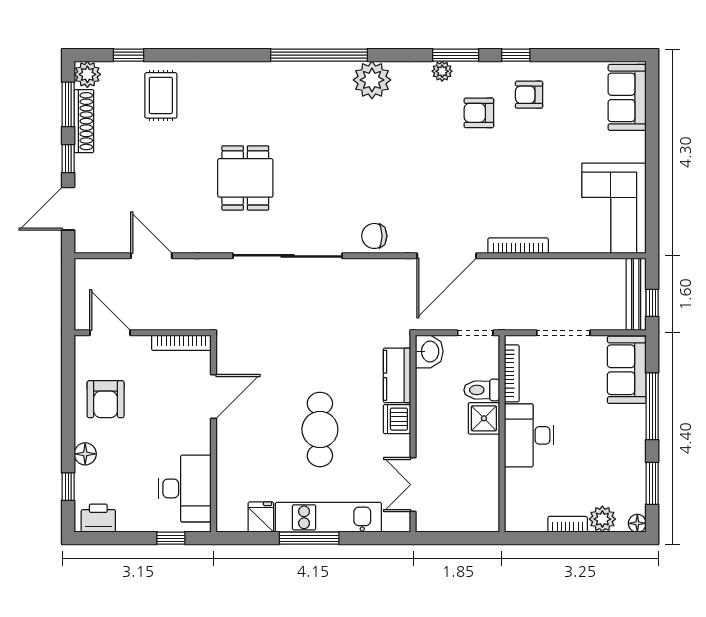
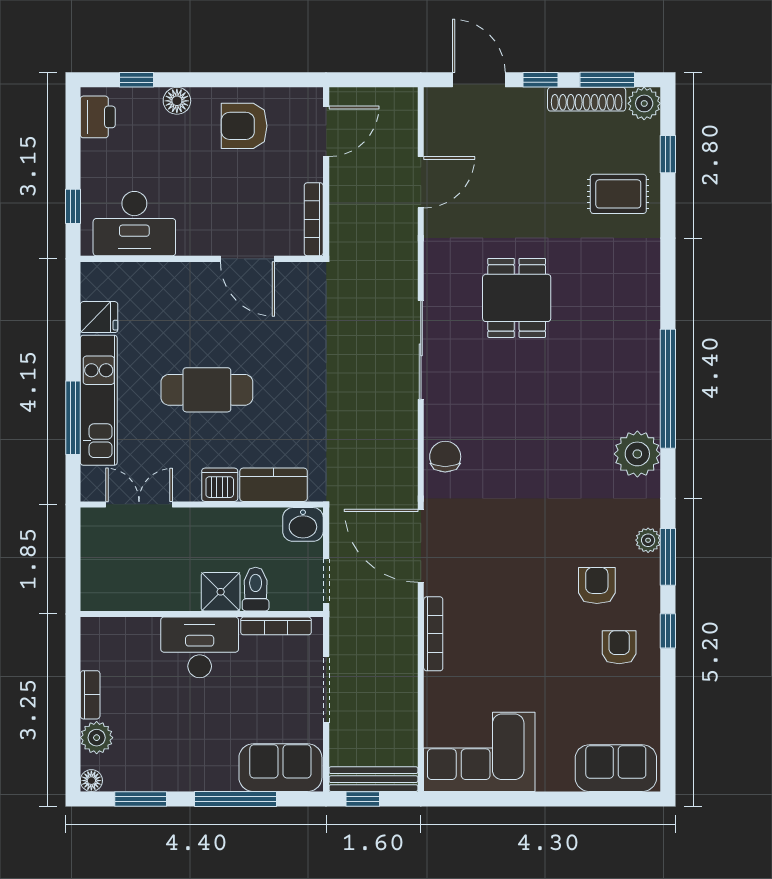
dining table: (245, 178) -> (517, 298), turned 90
sliding door: (288, 256) -> (421, 350), width x0.73
window: (309, 538) -> (73, 418), moved

